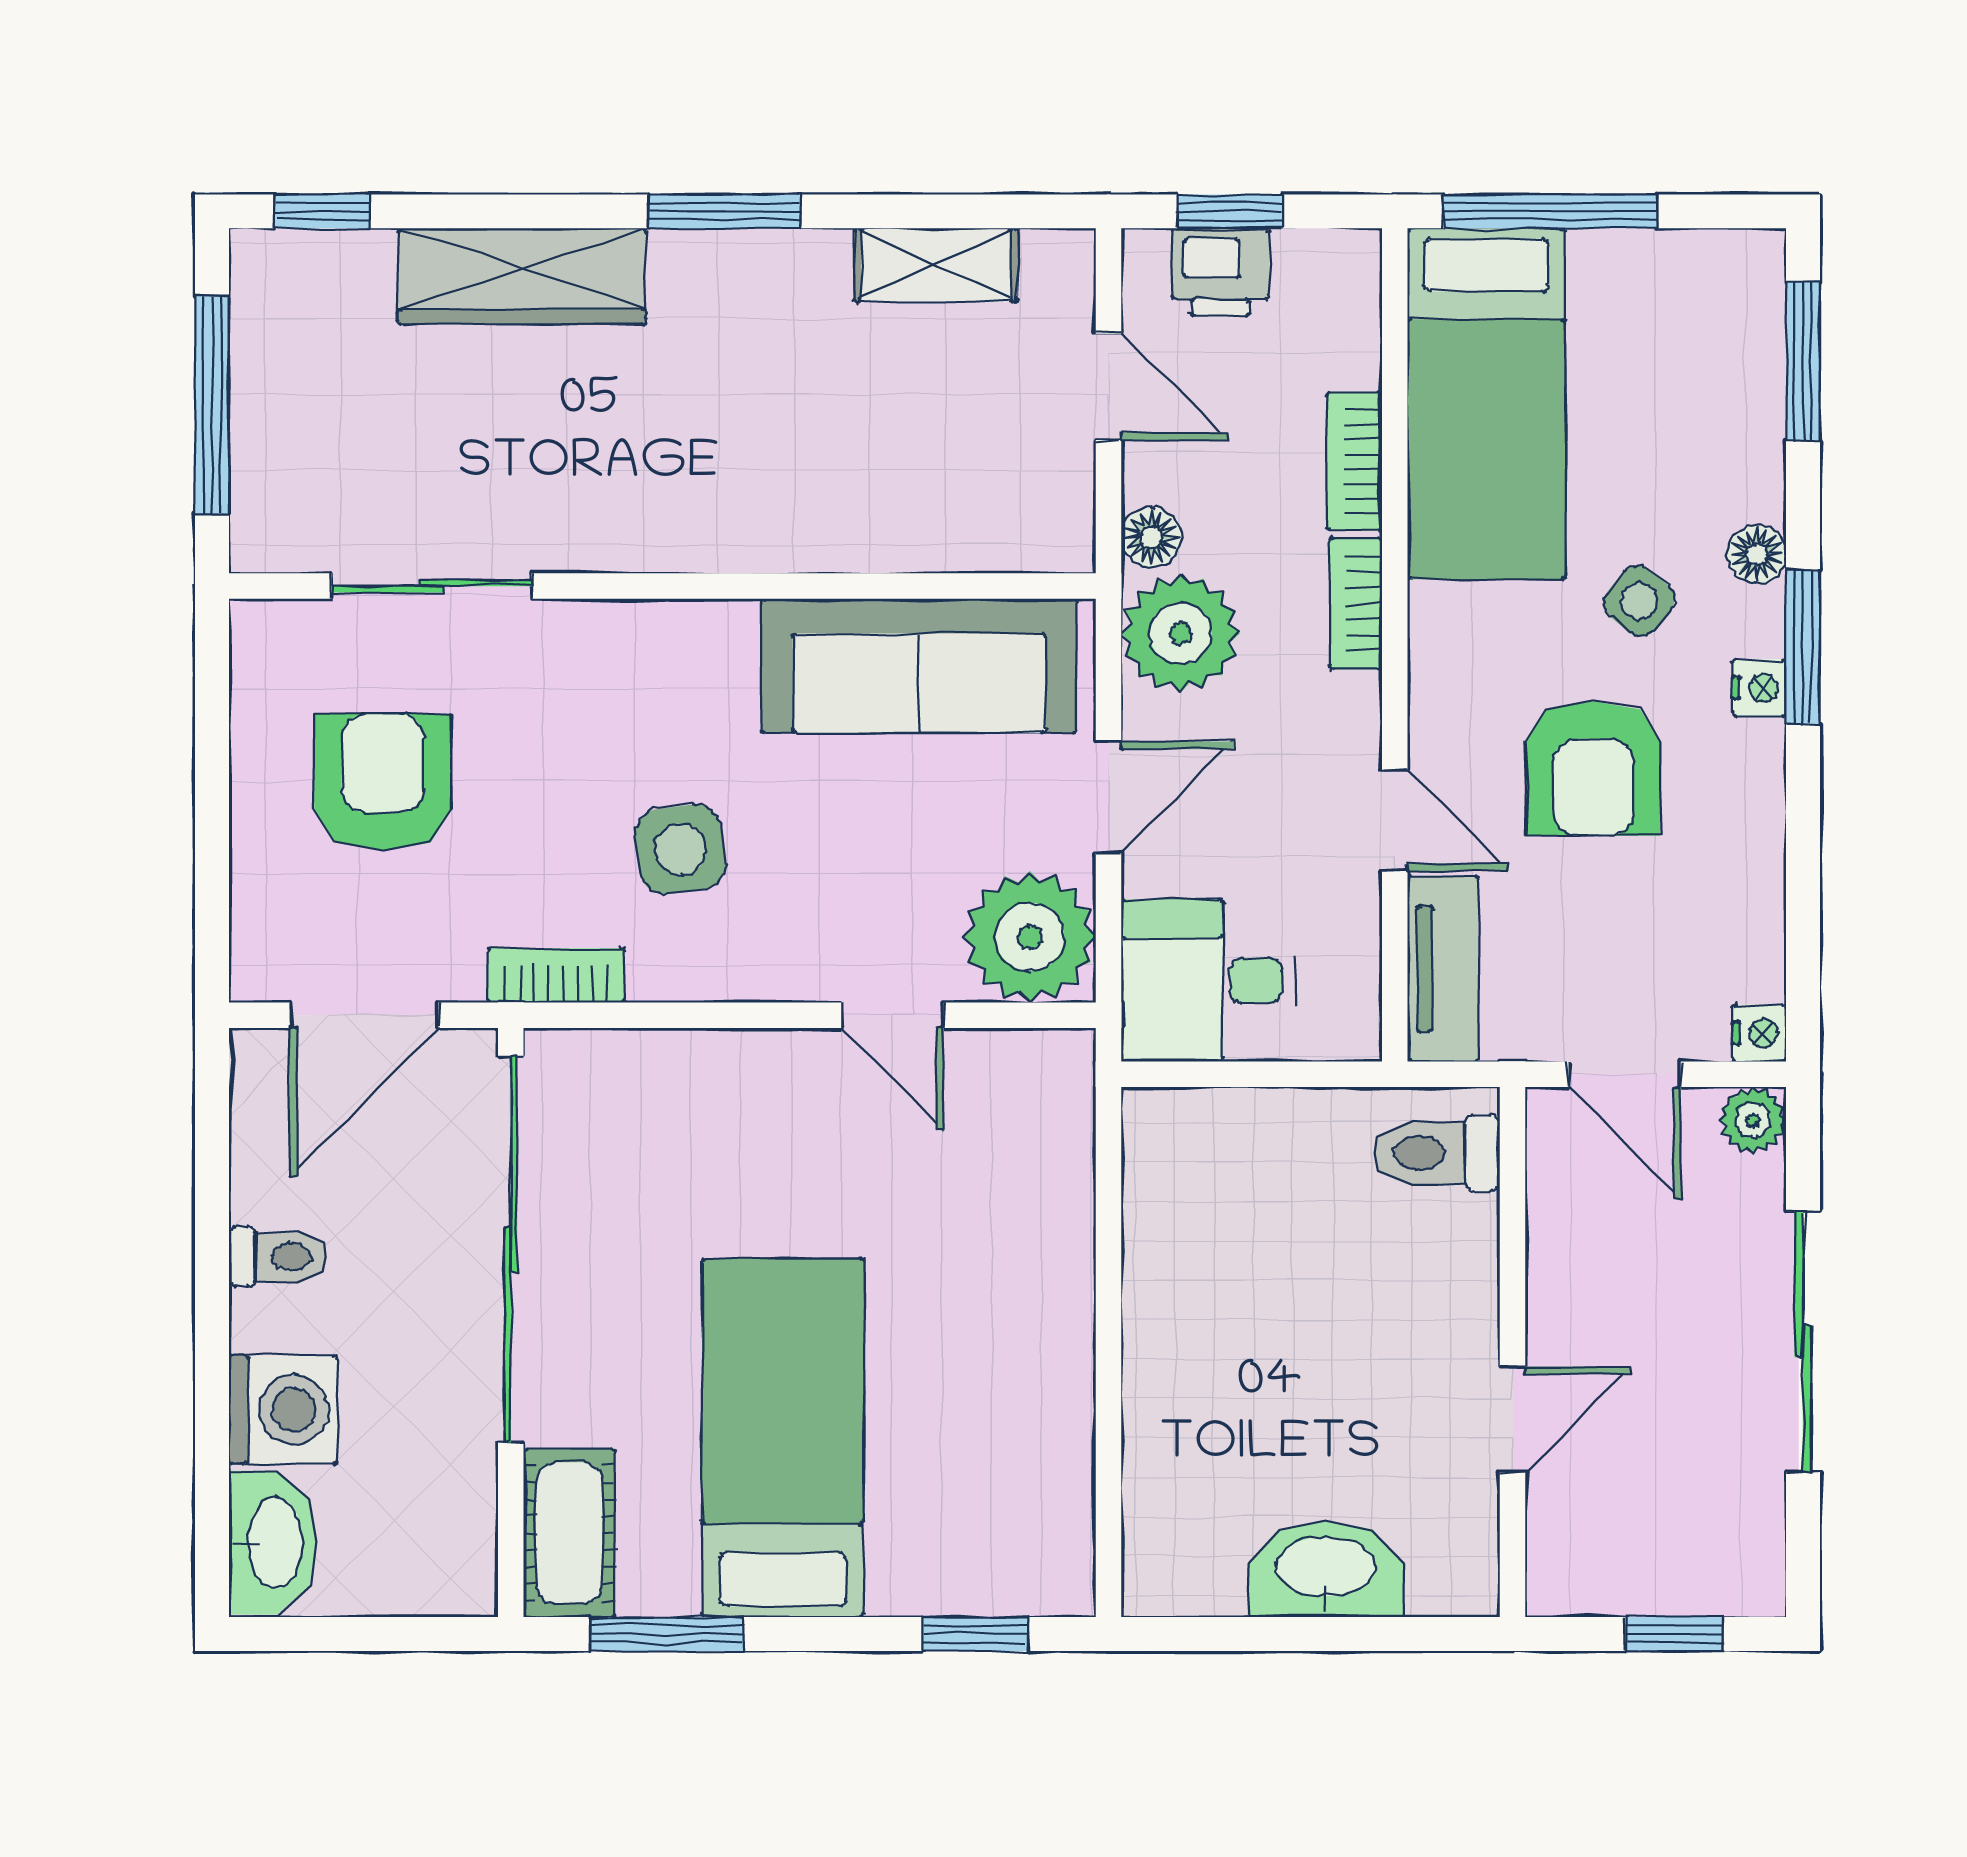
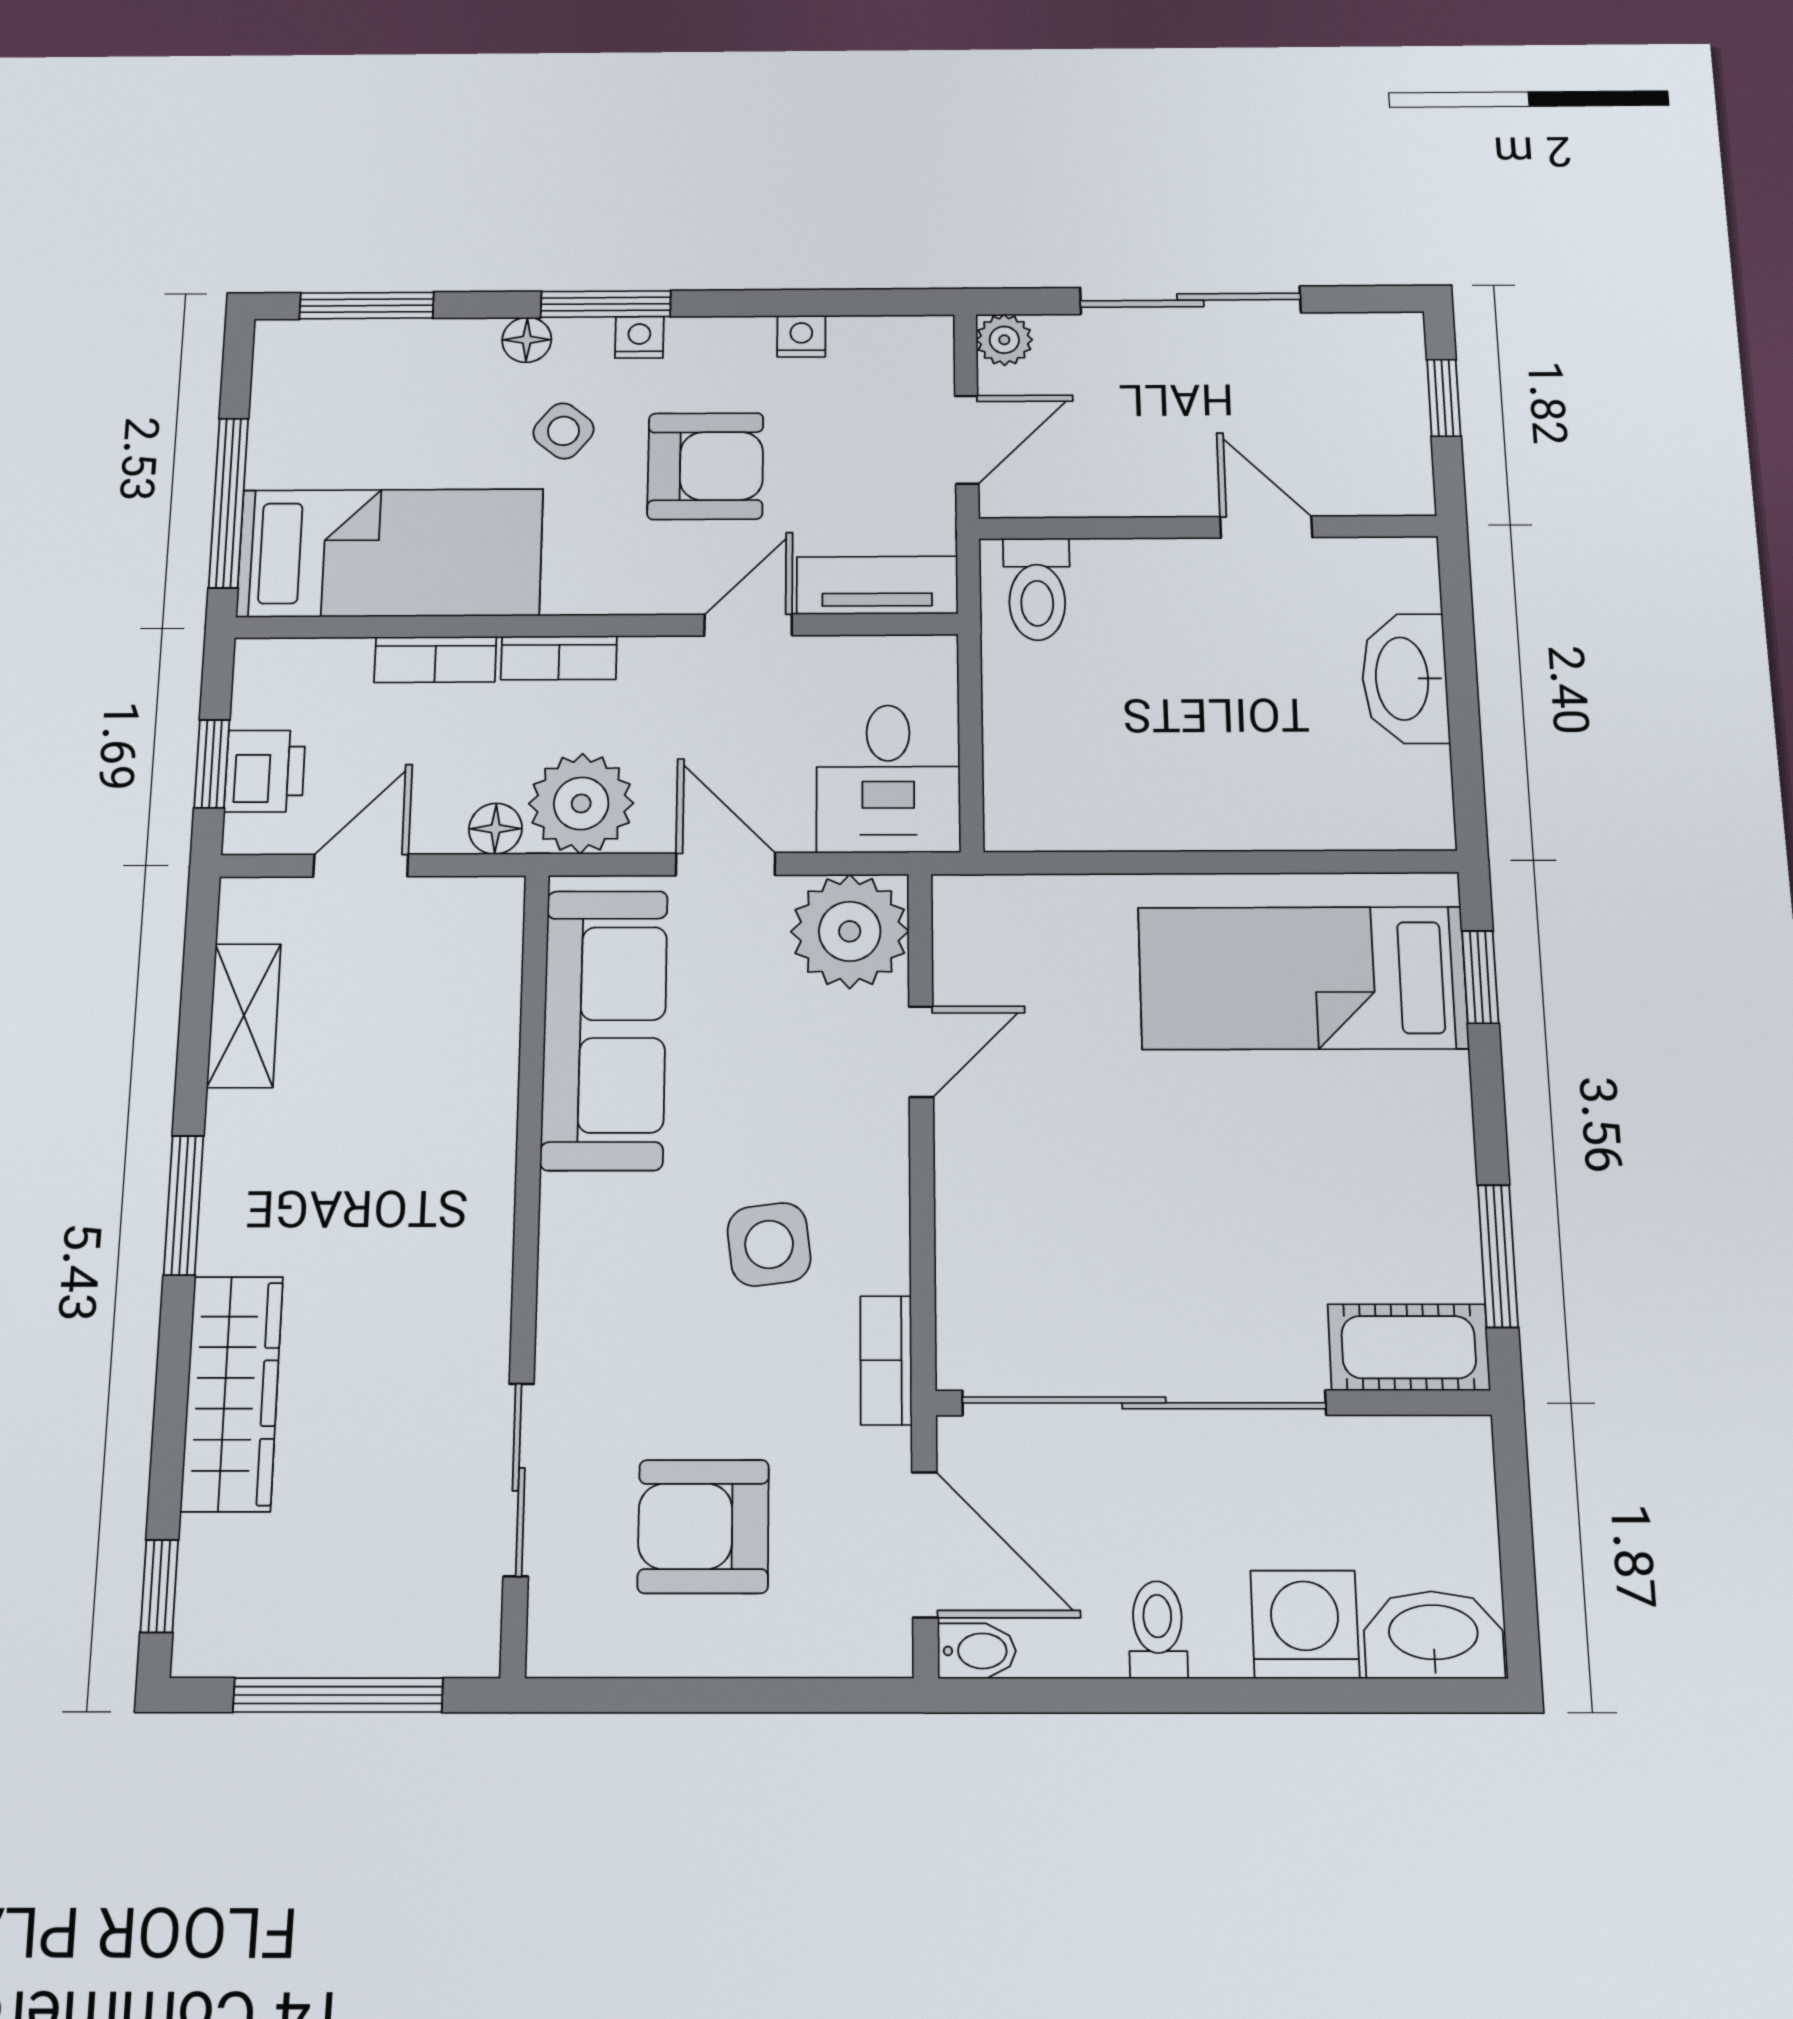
nightstand: (1759, 1033) -> (801, 336), moved
bidet: (256, 1069) -> (977, 1651), added
bed: (783, 1438) -> (1302, 978), moved

